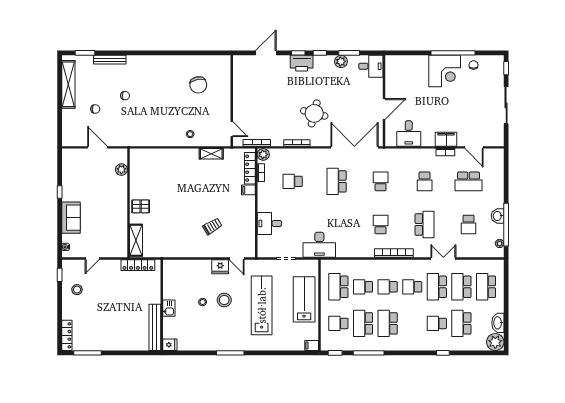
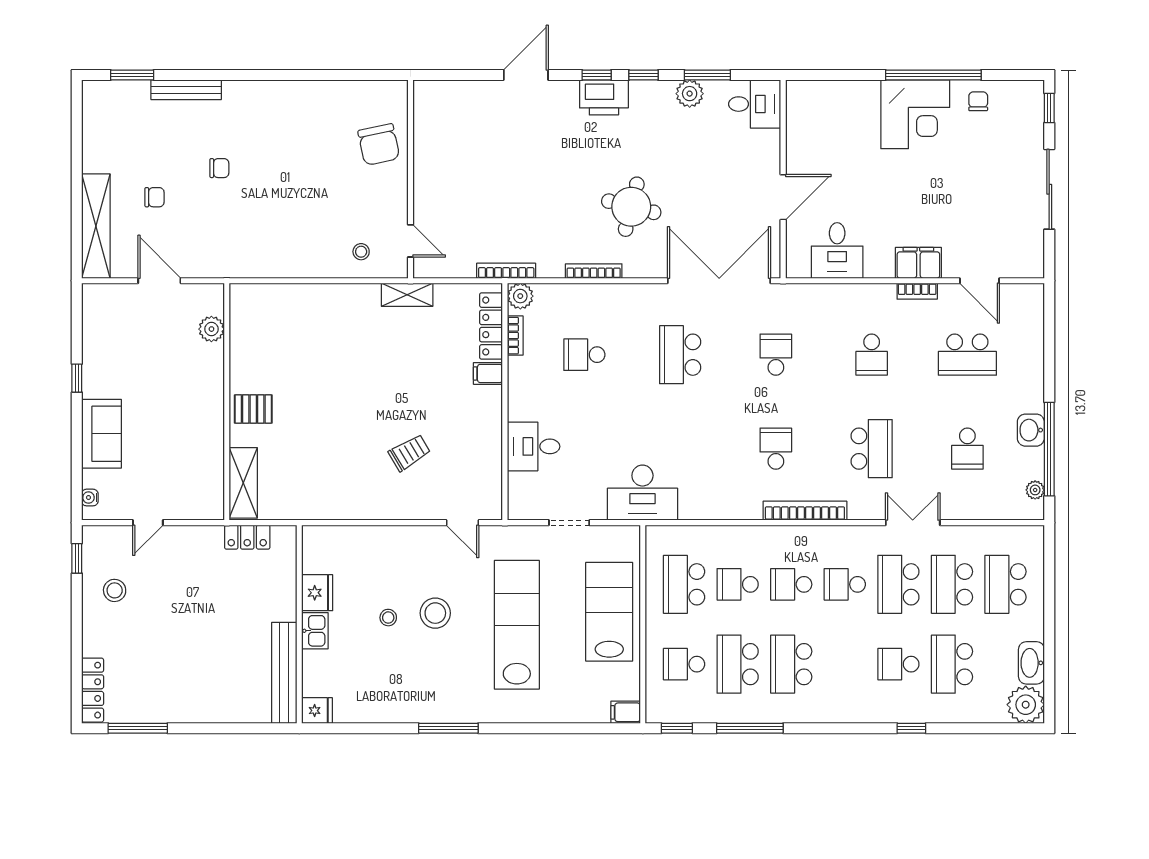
shelving: (68, 84) -> (96, 226), moved
wall: (232, 101) -> (411, 179), moved
door: (232, 129) -> (411, 241), moved
locker: (138, 265) -> (247, 537), width x0.66
fridge: (220, 267) -> (317, 593), moved, turned -90

